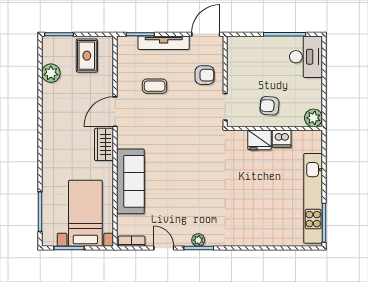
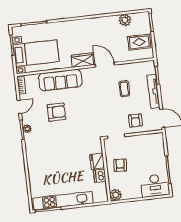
armchair: (178, 193) -> (56, 112), added

